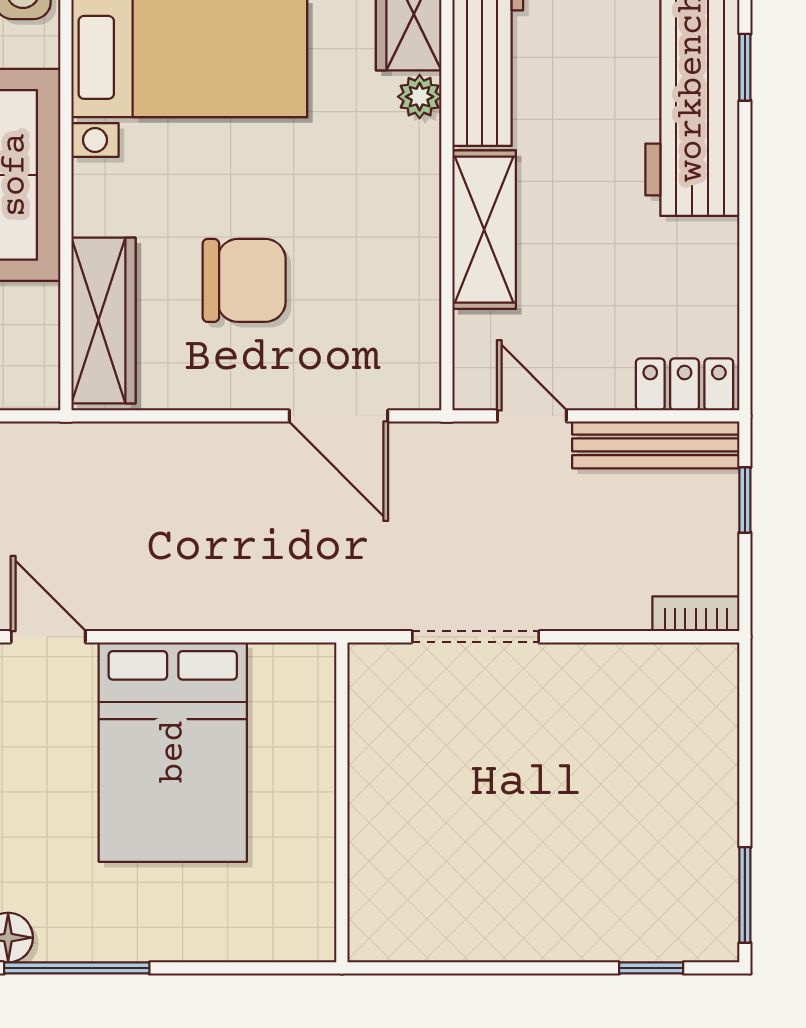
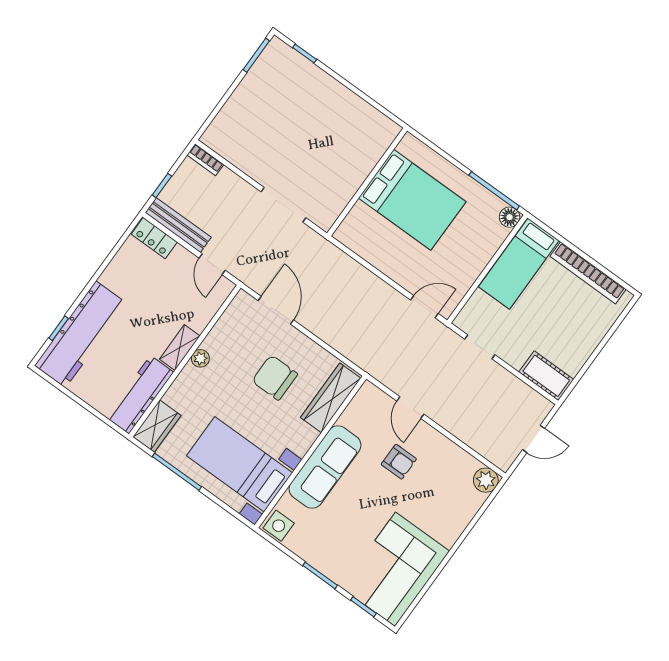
plant: (420, 97) -> (200, 358), moved
shelving: (484, 230) -> (180, 348), width x0.67, depth x0.75
door: (48, 637) -> (424, 307), swing flipped
bed: (173, 752) -> (412, 200), moved, turned 90

